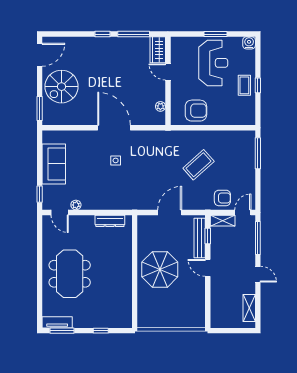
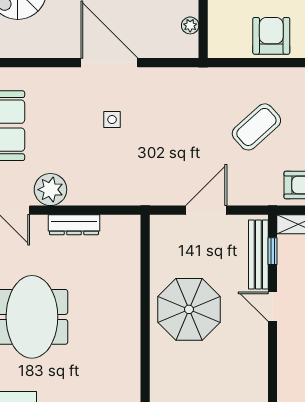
armchair: (196, 111) -> (271, 36), moved, turned -90
plant: (76, 205) -> (50, 190), width x1.88, depth x1.88
dresser: (110, 221) -> (74, 225), moved

